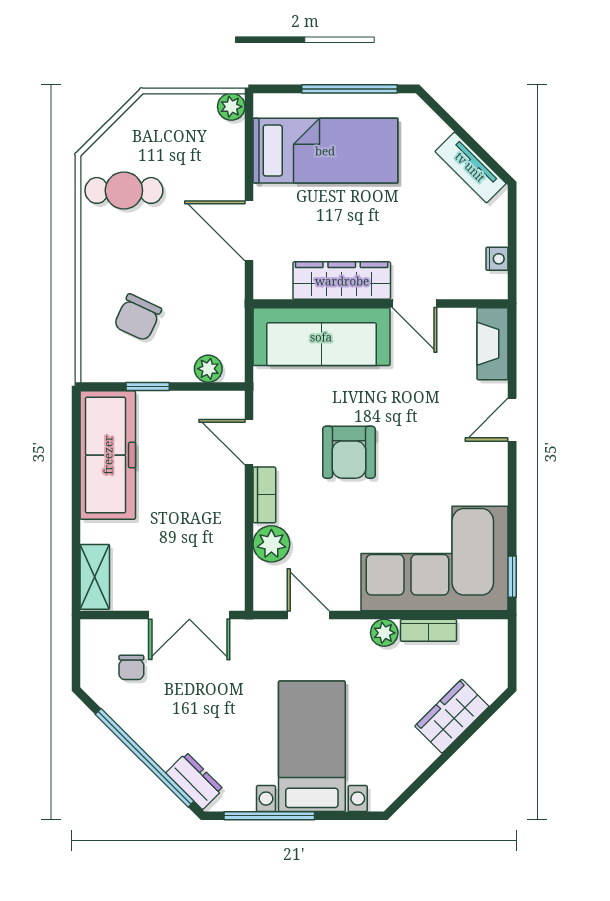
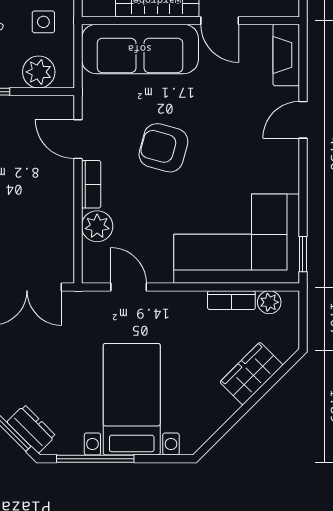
side table: (209, 305) -> (43, 22), added
plant: (208, 369) -> (39, 72), width x1.38, depth x1.38
armchair: (349, 452) -> (163, 148), turned 105
plant: (384, 633) -> (269, 302), moved

